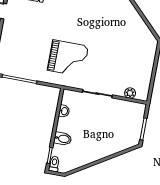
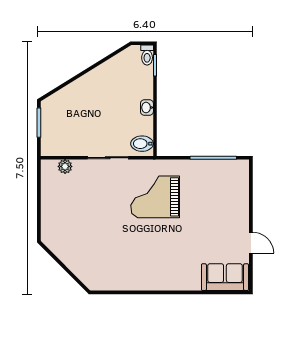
washbasin: (64, 111) -> (147, 108), moved
bidet: (63, 139) -> (142, 144), moved

